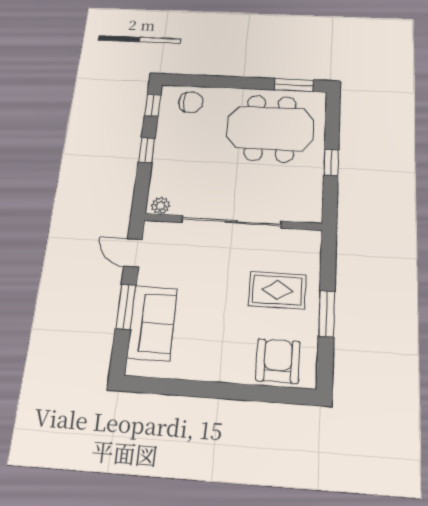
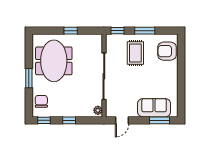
window: (294, 85) -> (29, 78), moved
window: (328, 255) -> (118, 31), added
window: (126, 307) -> (159, 120), moved

